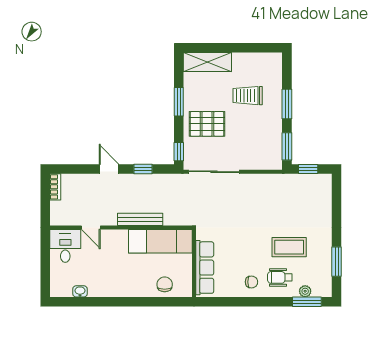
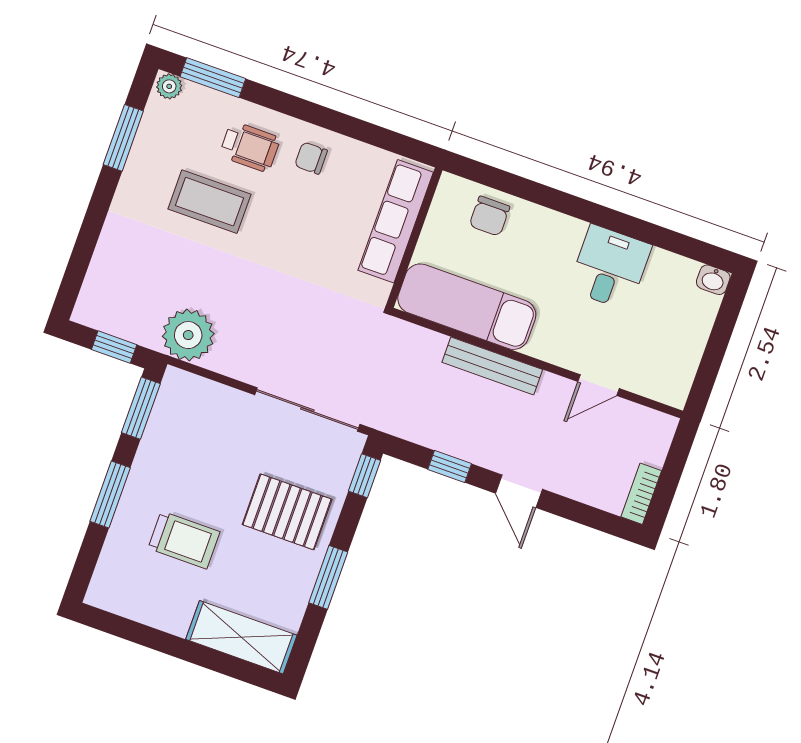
plant: (278, 186) -> (188, 335), added
door: (91, 228) -> (598, 385), swing flipped
desk: (65, 246) -> (610, 267), moved, turned 180
washbasin: (80, 291) -> (713, 280), moved
plant: (305, 291) -> (169, 86), moved

